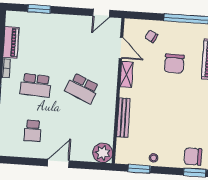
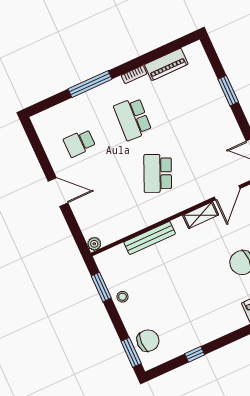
window: (39, 9) -> (228, 91), moved
plant: (103, 153) -> (94, 244), width x0.53, depth x0.53
chair: (193, 157) -> (148, 341), turned 90

